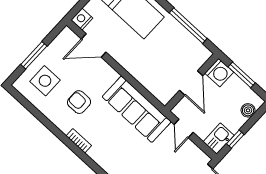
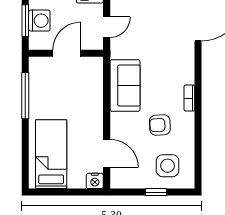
window: (34, 55) -> (156, 192), width x0.67
washing machine: (219, 73) -> (39, 21), moved, turned 90
armchair: (79, 102) -> (160, 125), turned 87
sofa: (137, 109) -> (125, 86), width x0.73

